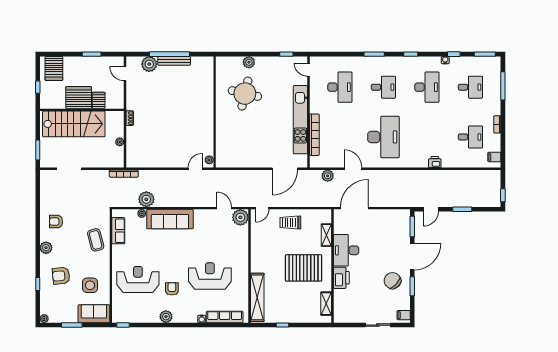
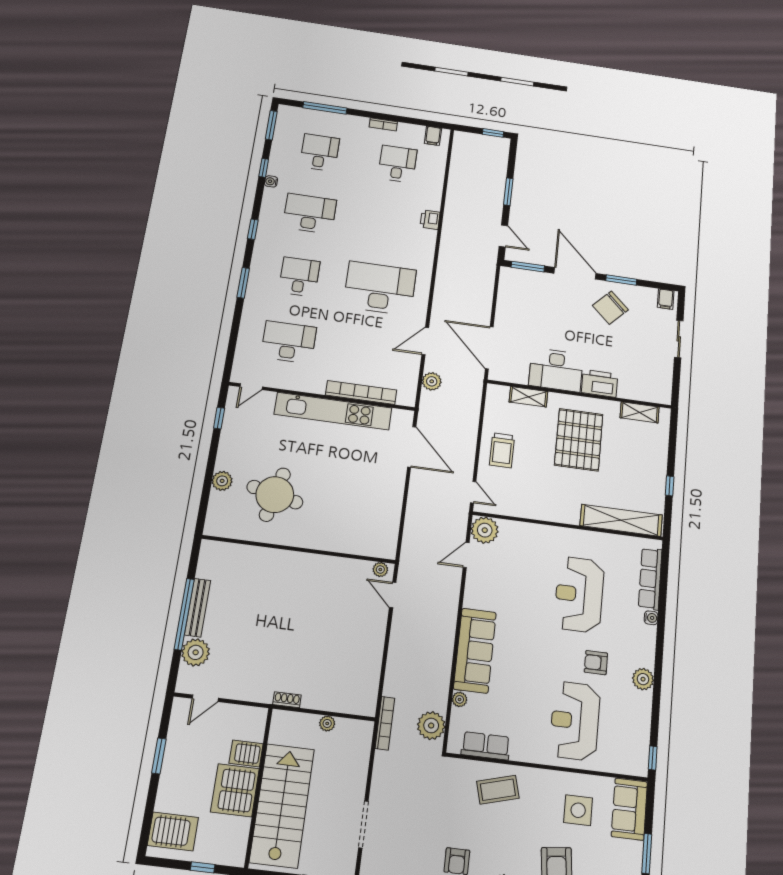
plant: (146, 199) -> (431, 726), moved

